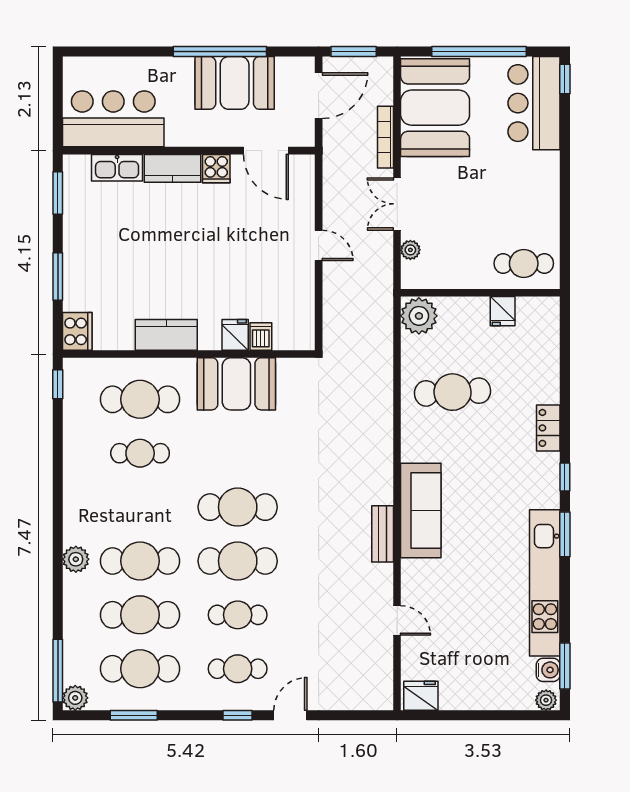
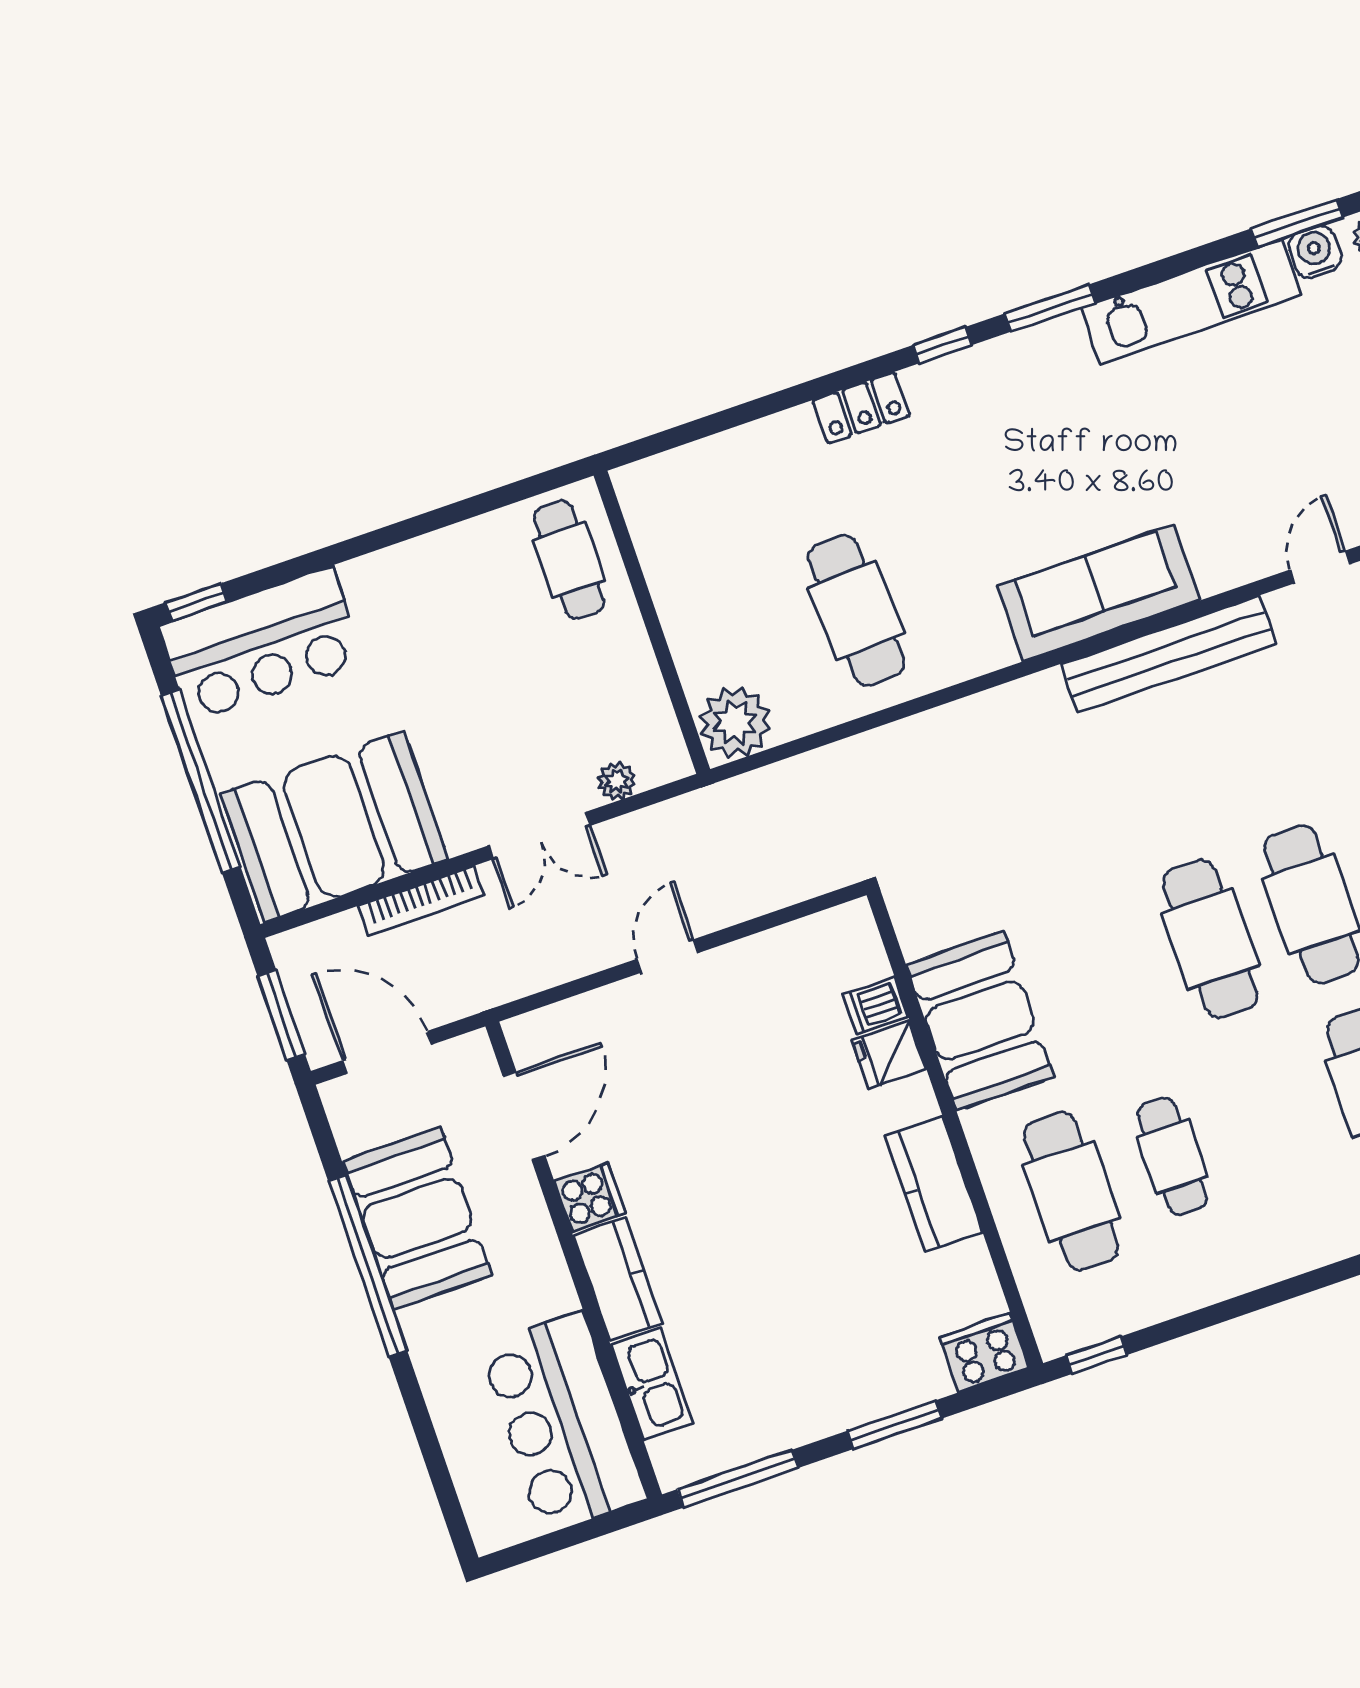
window: (58, 193) -> (738, 1479), width x1.44
fridge: (503, 311) -> (672, 569), removed
bench: (383, 534) -> (1169, 654), width x1.86, depth x1.21
kitchen unit: (545, 583) -> (1191, 302), width x0.73

